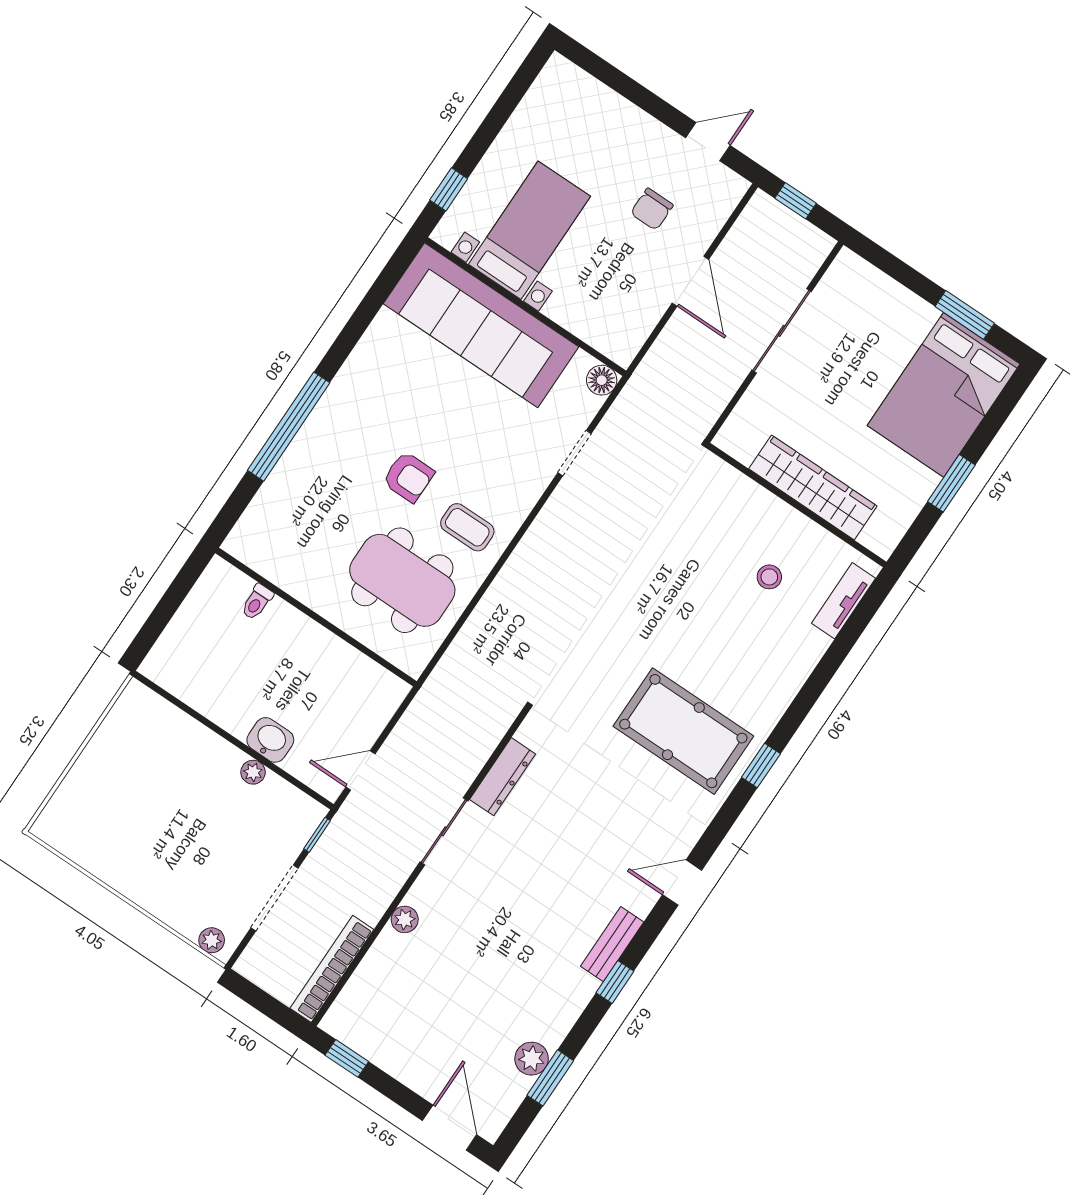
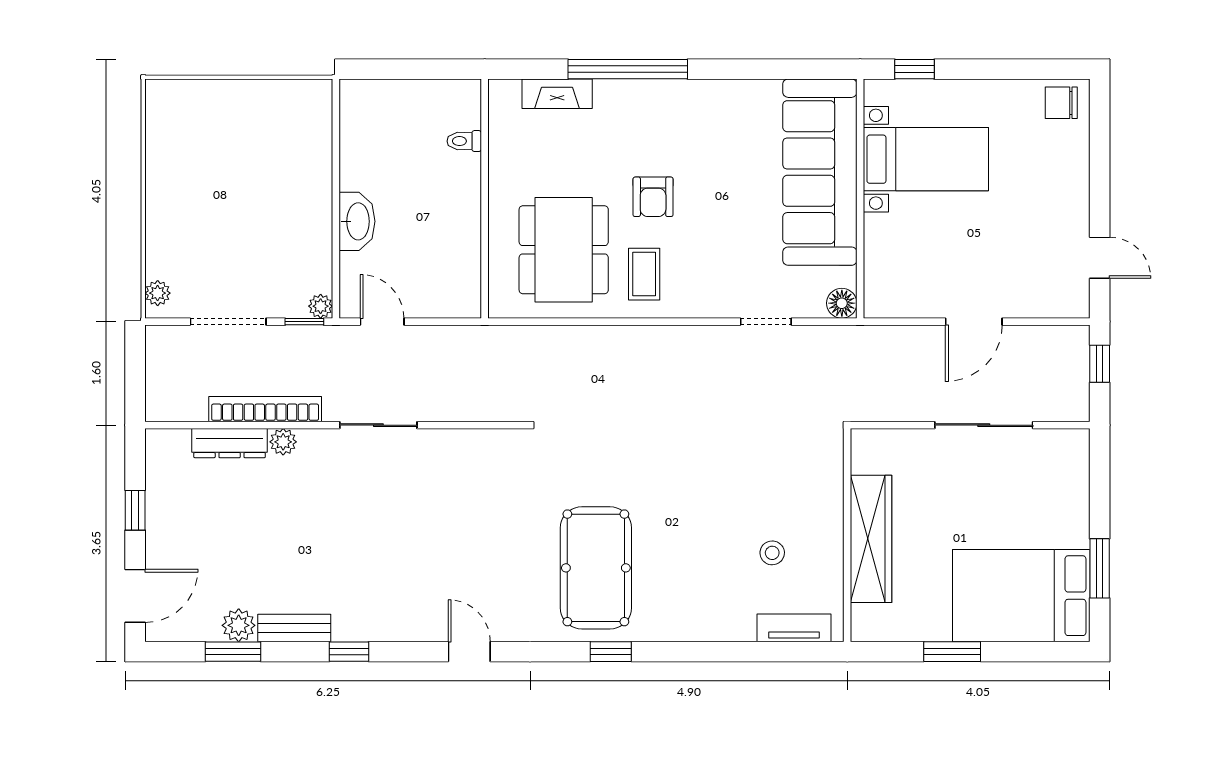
chair: (652, 209) -> (1061, 103), moved
fireplace: (270, 499) -> (557, 94), added
washbasin: (270, 740) -> (357, 221), width x1.38
plant: (253, 772) -> (321, 306), moved
dresser: (502, 777) -> (230, 443), moved
bench: (612, 944) -> (294, 628), moved
bookcase: (332, 969) -> (265, 409), moved
window: (347, 1058) -> (135, 510), moved

